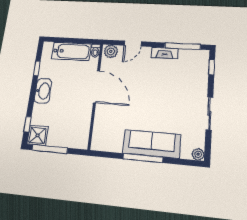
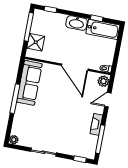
door: (133, 44) -> (108, 100), hinge flipped
bathtub: (71, 51) -> (103, 29), moved, turned -90
door: (96, 87) -> (75, 67), hinge flipped
shower: (38, 135) -> (36, 42), moved
sofa: (152, 144) -> (29, 83), moved

